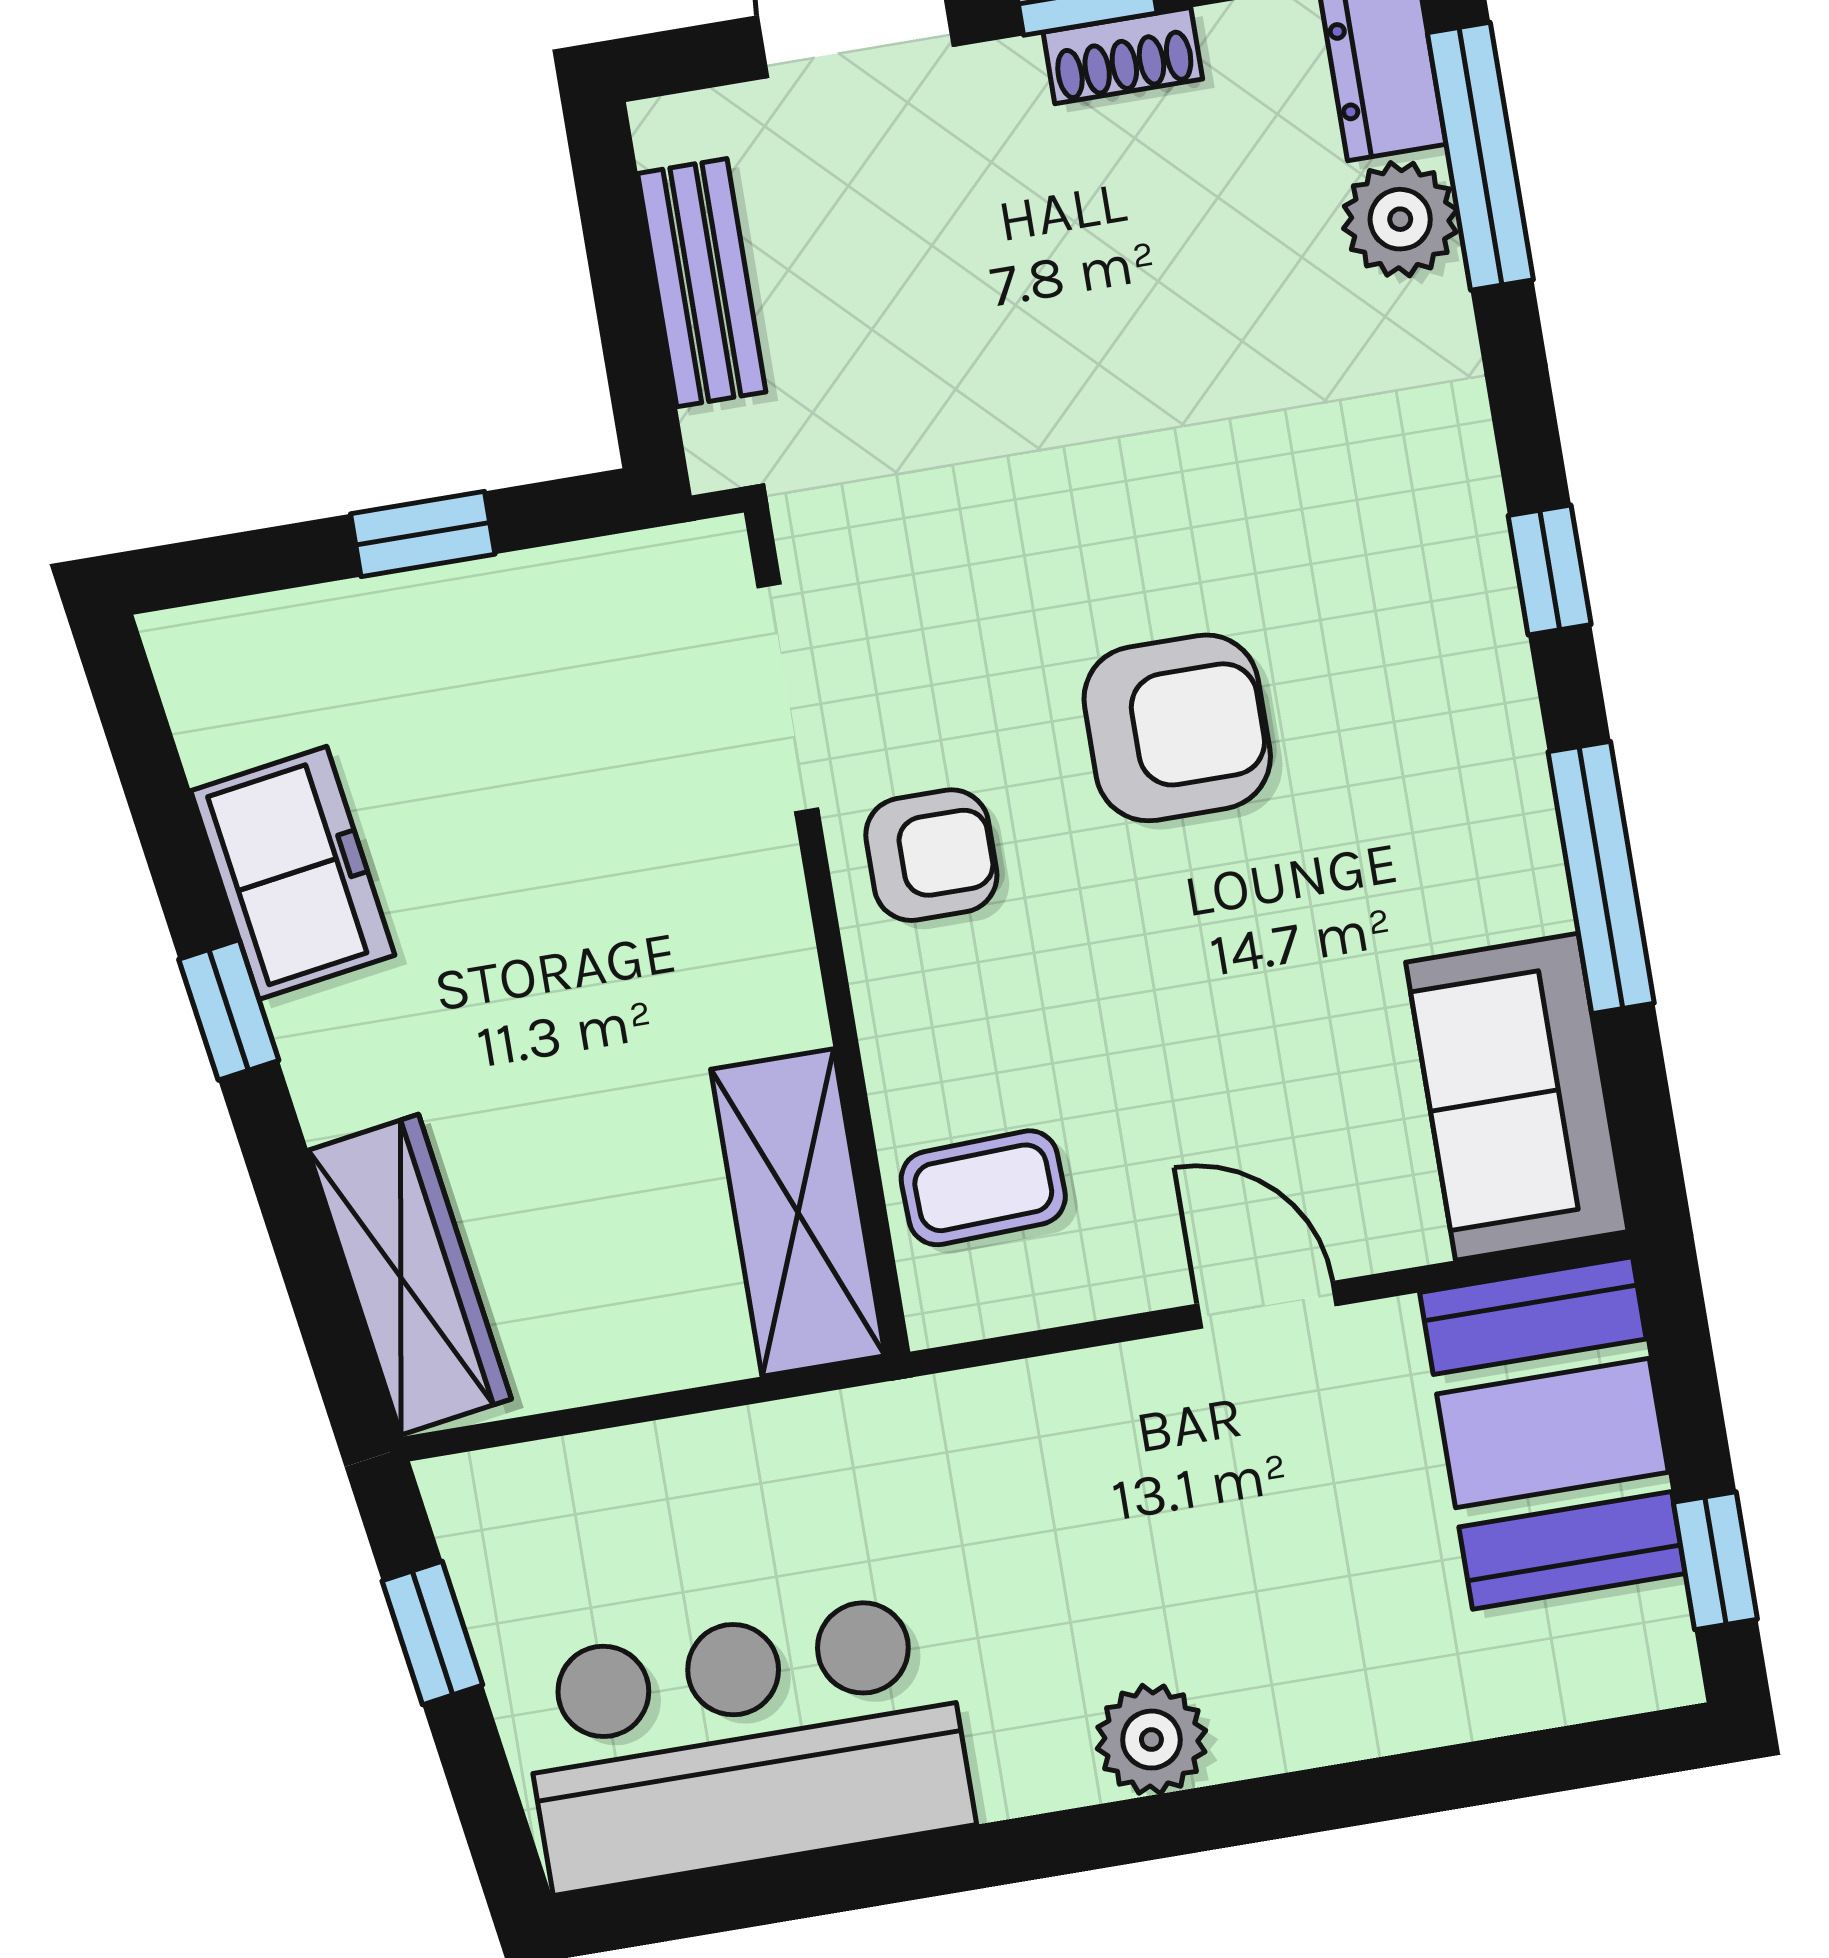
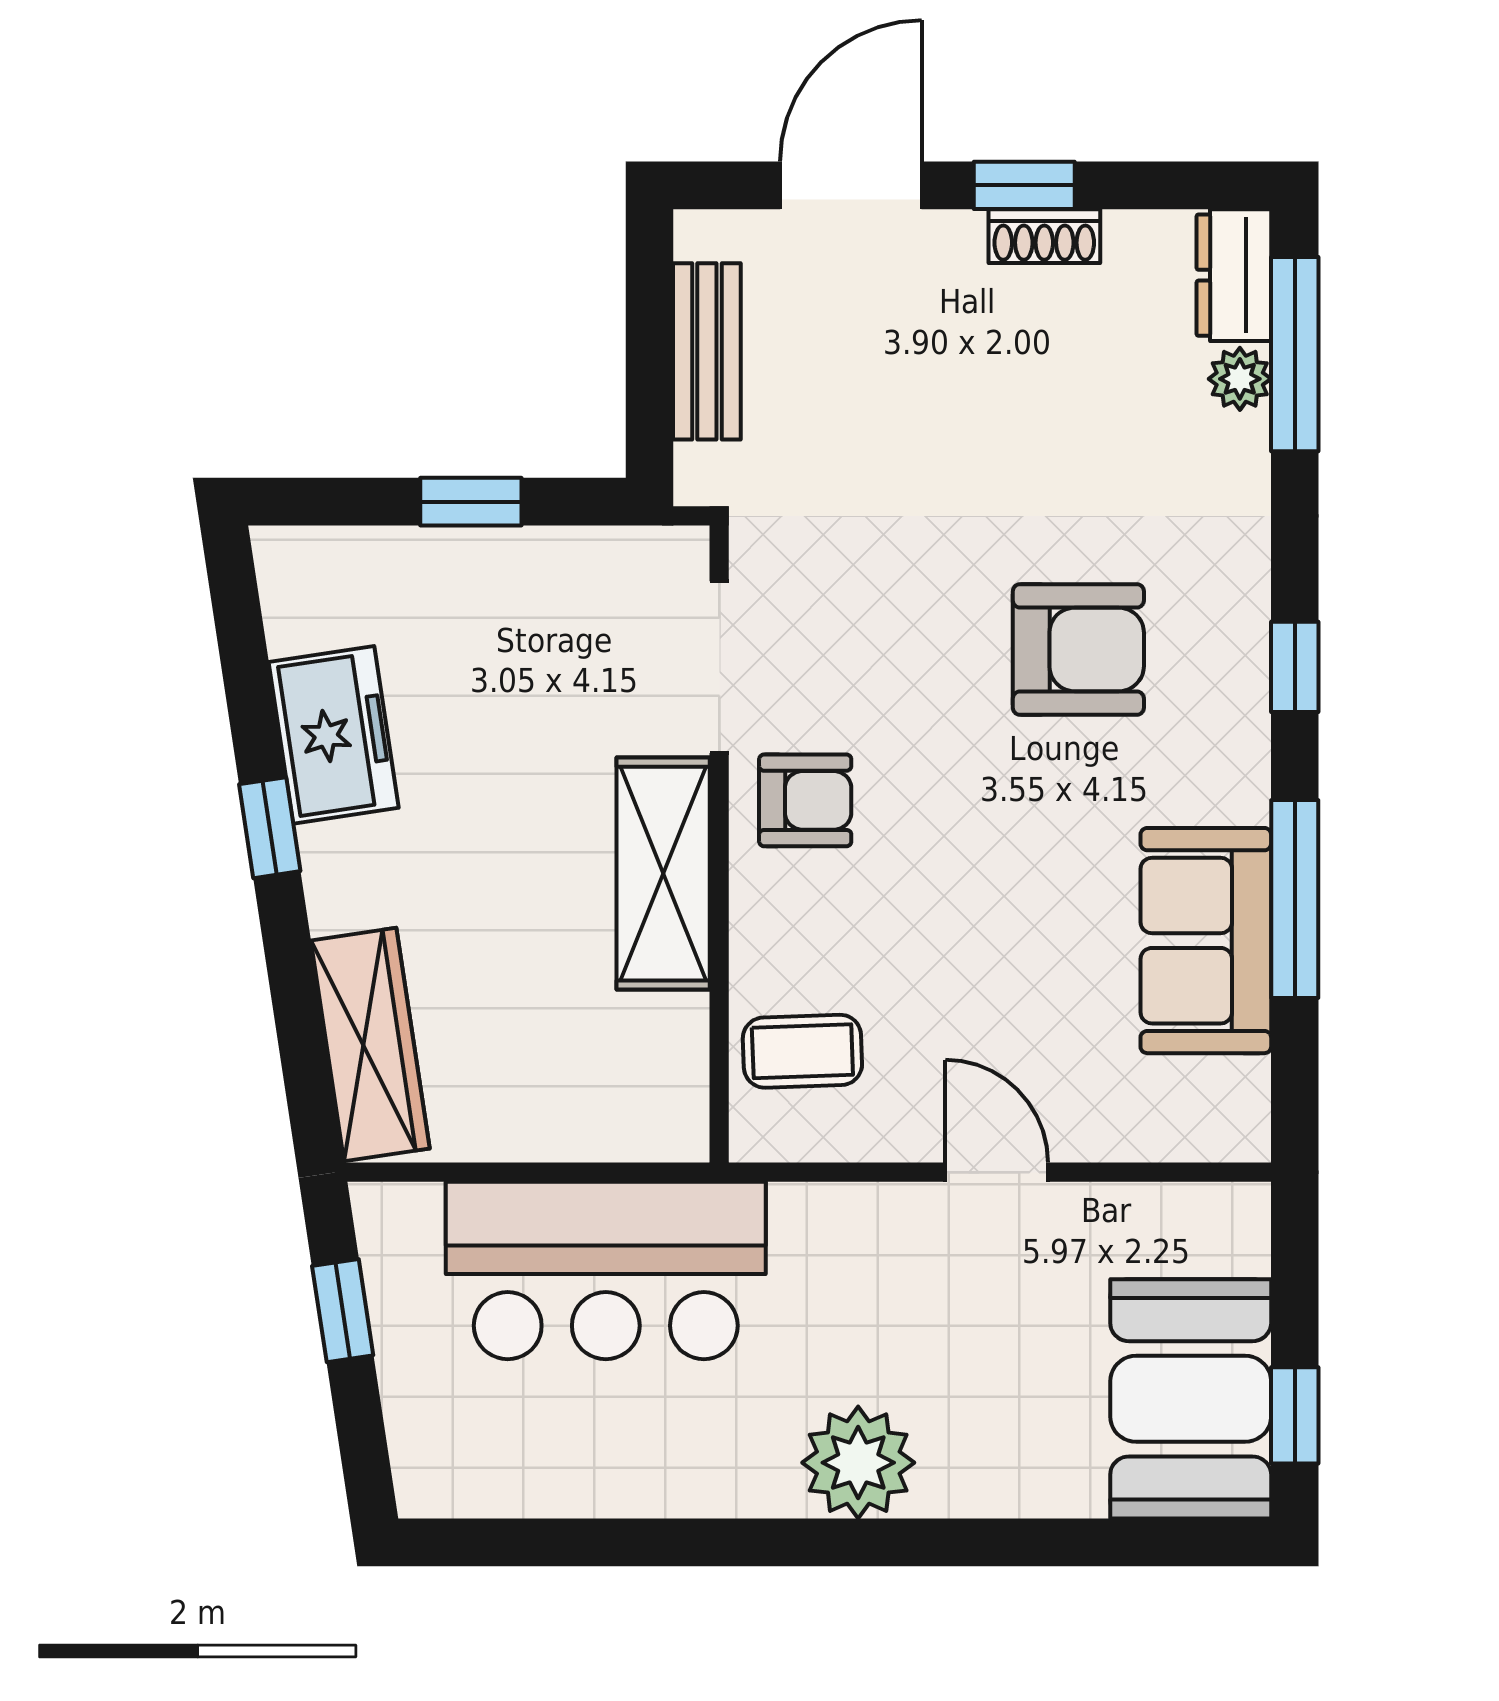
plant: (1400, 219) -> (1240, 379), width x0.73, depth x0.73
armchair: (1177, 728) -> (1078, 649), moved
sofa: (1517, 1097) -> (1206, 941), moved
shelving: (798, 1213) -> (663, 874), moved
booth: (1552, 1433) -> (1191, 1399), moved
plant: (1151, 1740) -> (858, 1463), width x1.36, depth x1.36
bar counter: (745, 1743) -> (606, 1271), moved, turned 180

